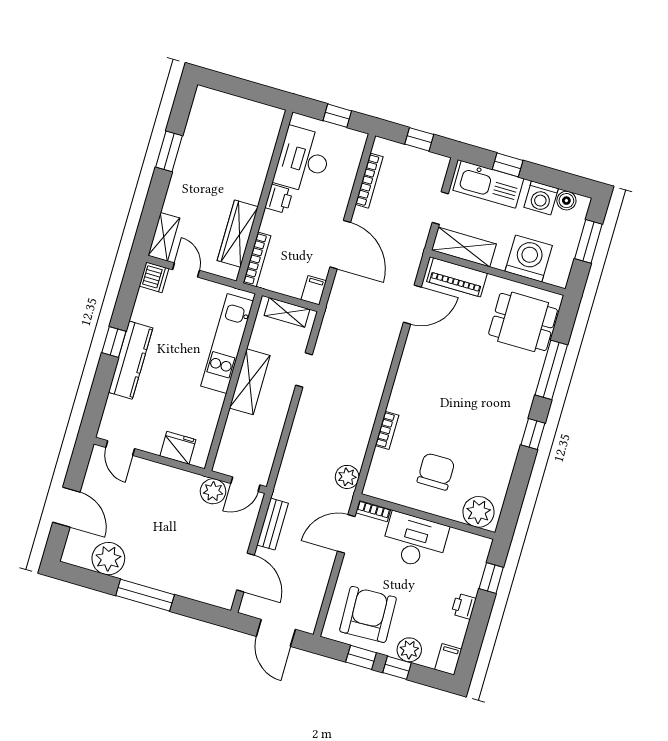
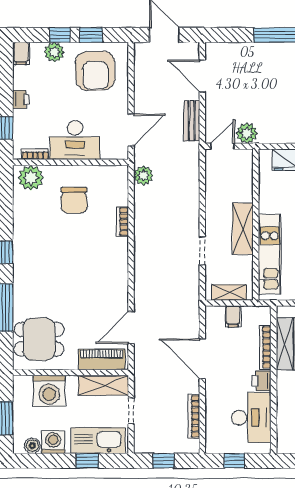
bookcase: (257, 259) -> (265, 347), moved
filing cabinet: (314, 290) -> (233, 316), moved
bookcase: (373, 511) -> (35, 154), moved

